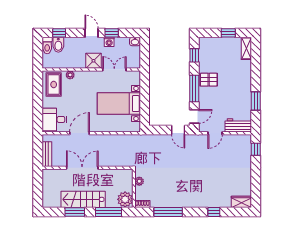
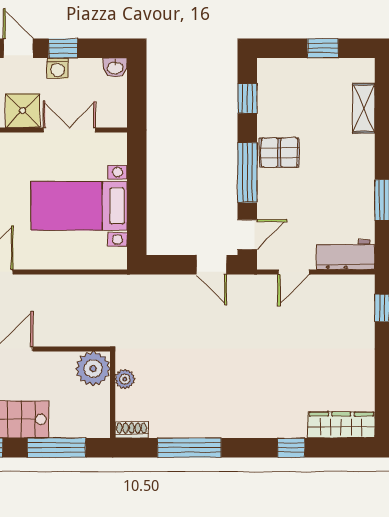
shelving: (246, 48) -> (364, 108), moved
plant: (125, 199) -> (93, 369), moved
wardrobe: (241, 202) -> (341, 425), width x1.50

